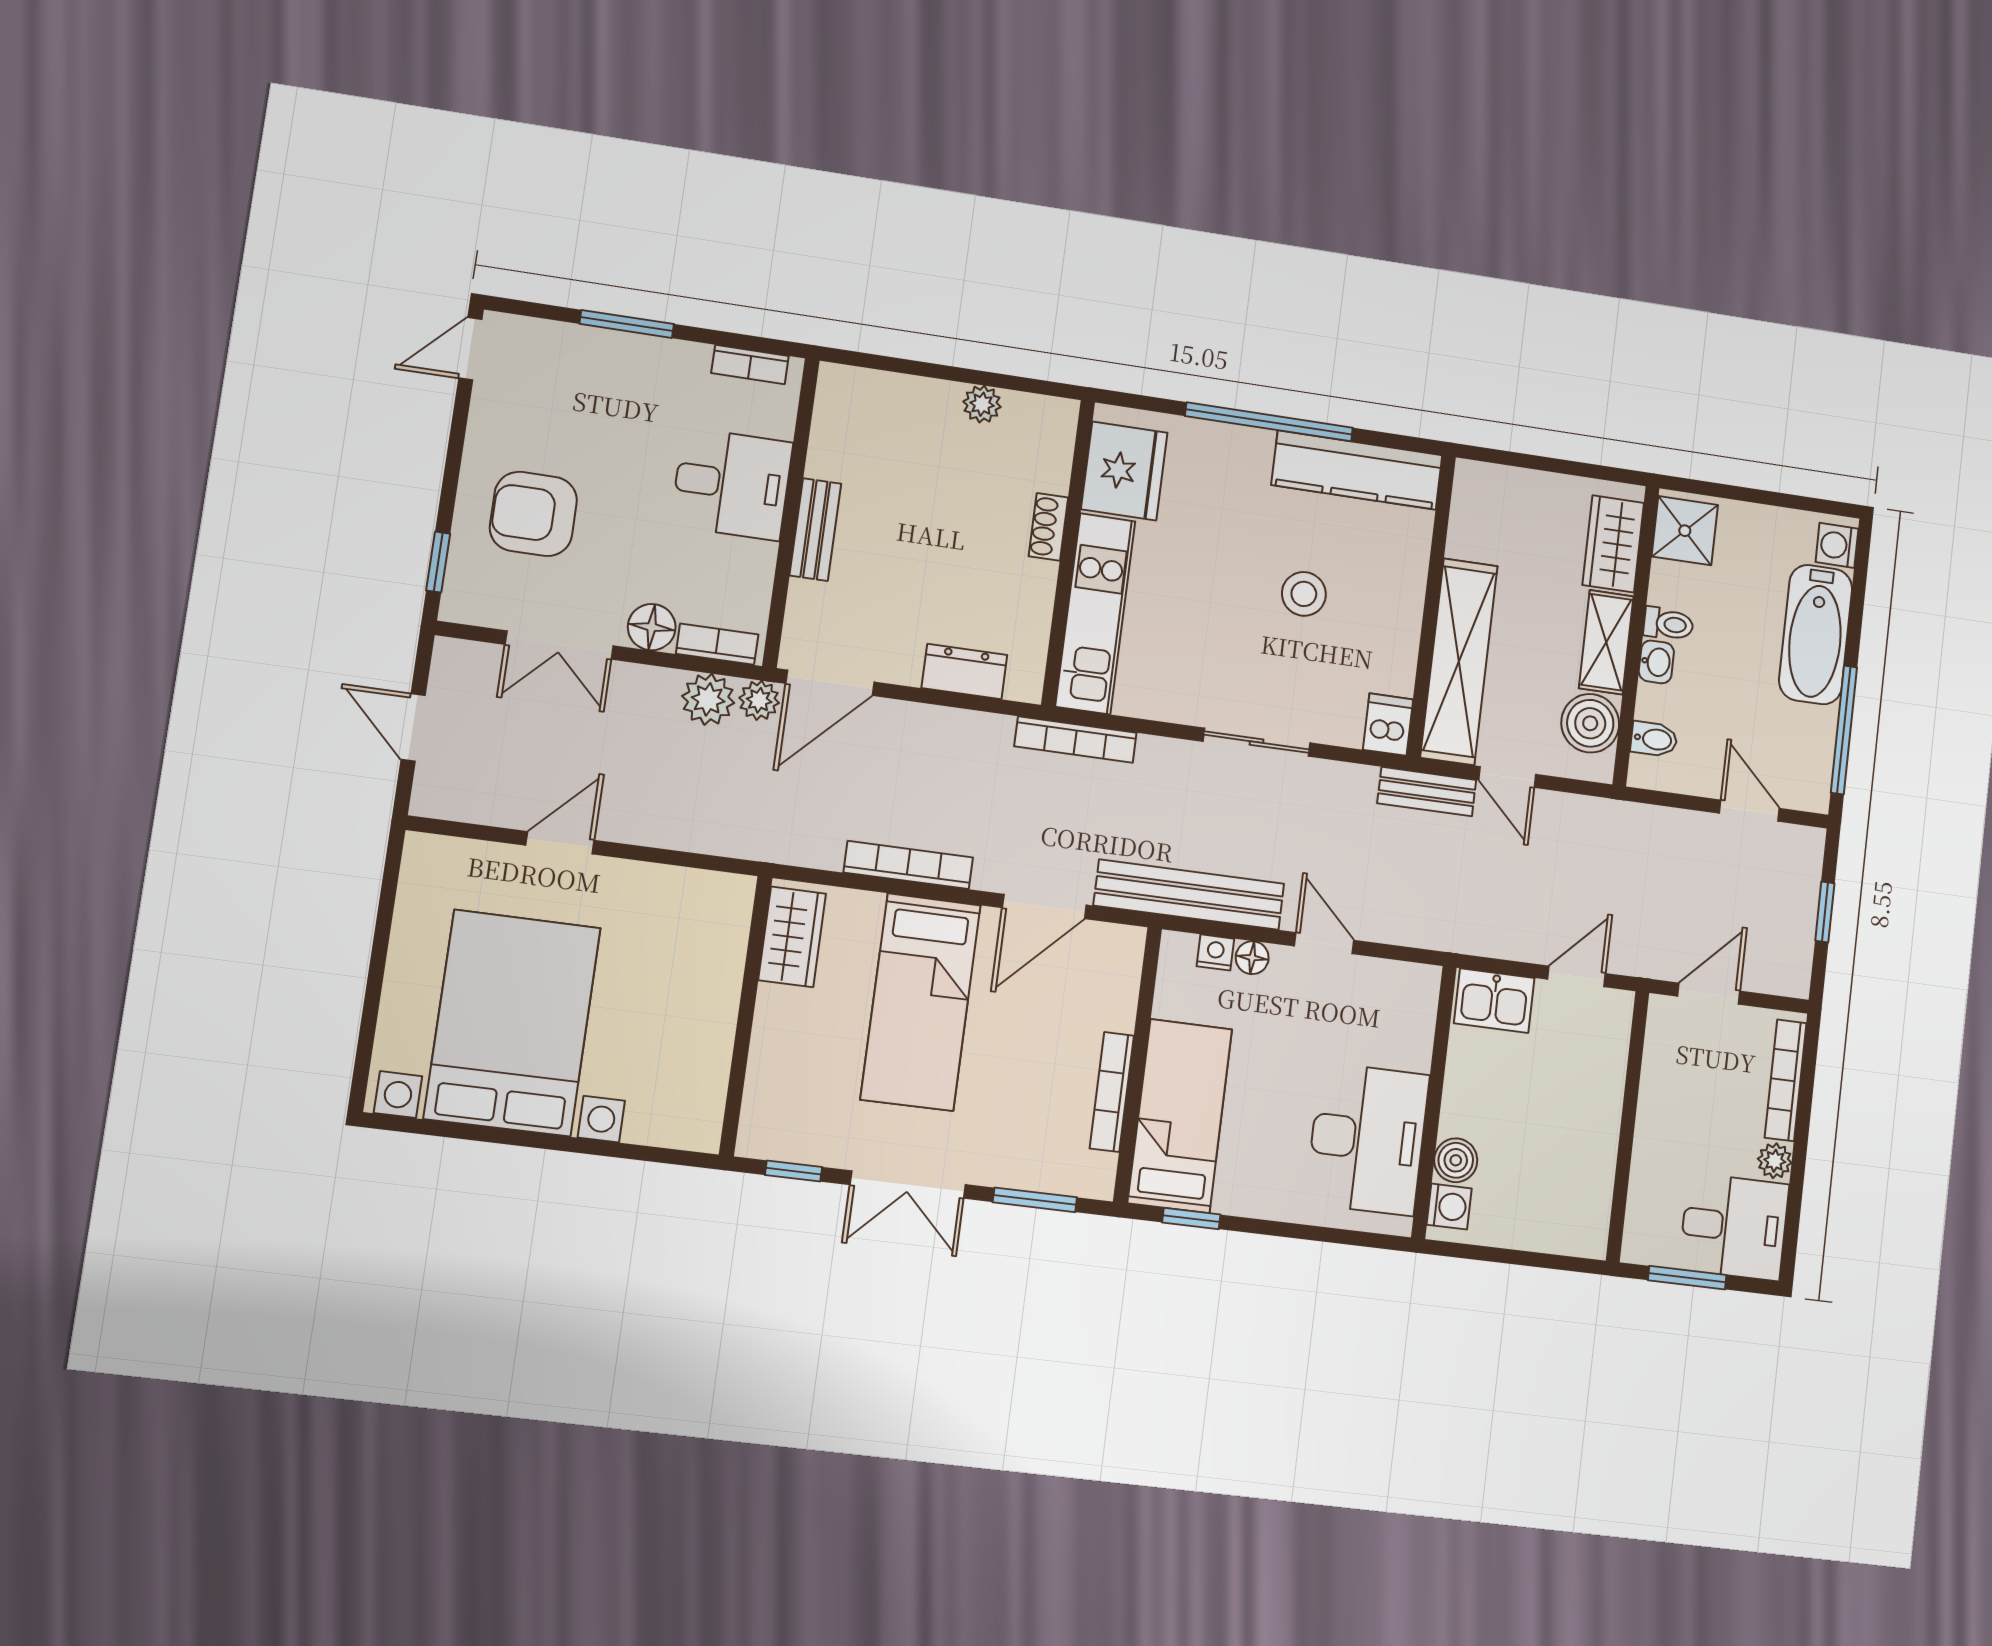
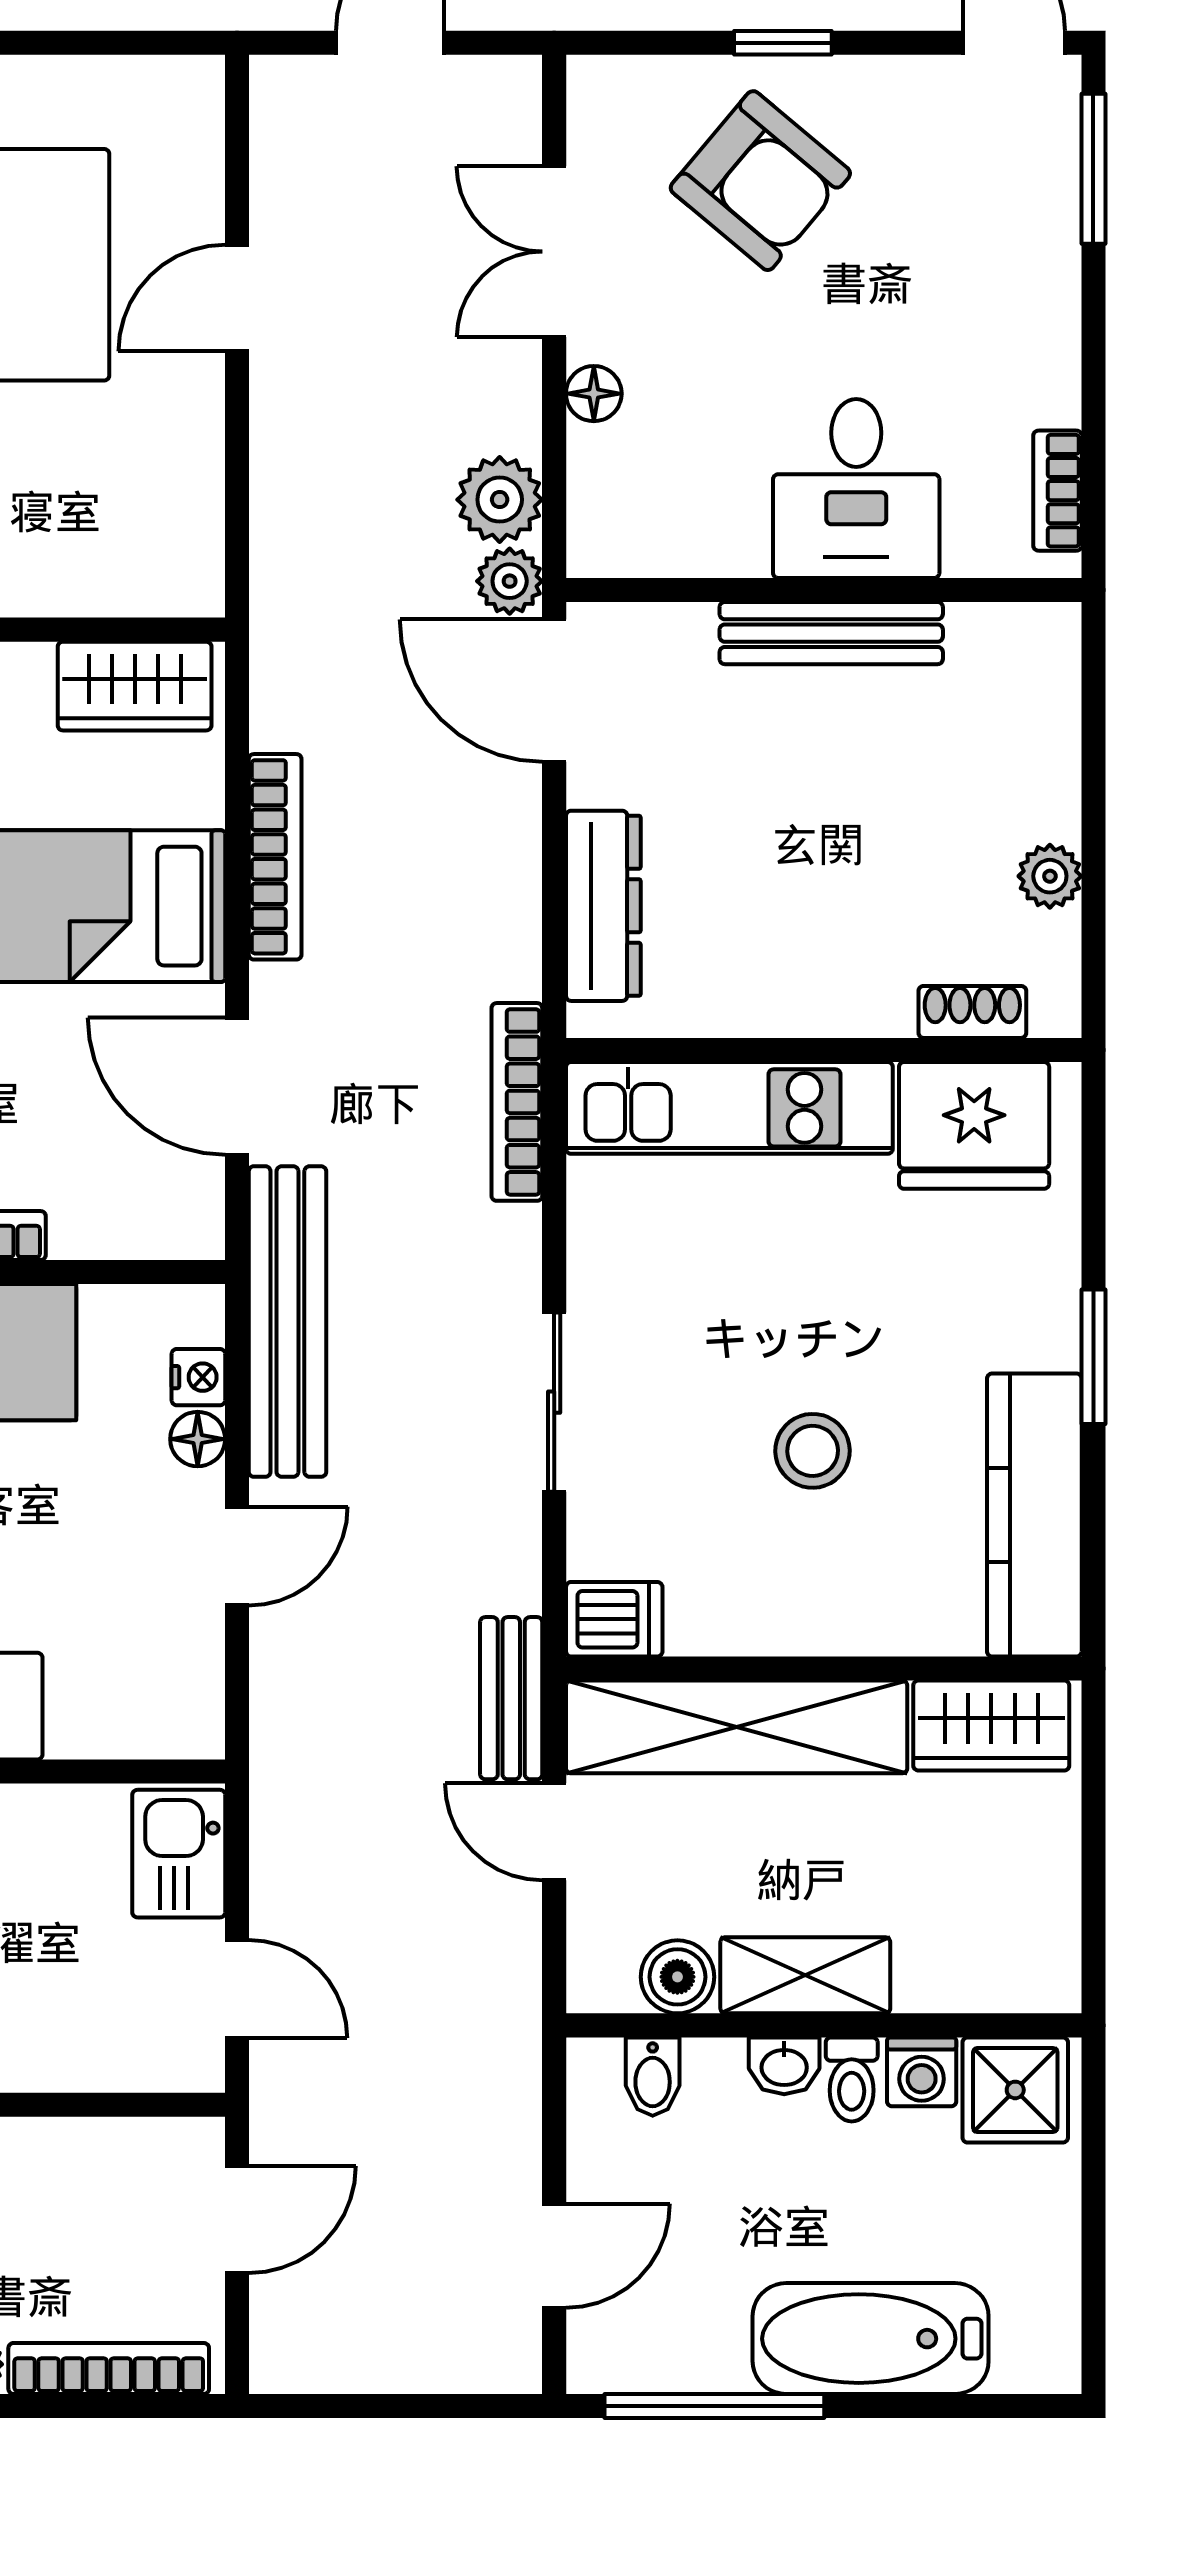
window: (627, 324) -> (1093, 169), moved
window: (1269, 422) -> (1093, 1357), width x0.47
armchair: (533, 514) -> (760, 181), turned 130
shoe rack: (1048, 527) -> (972, 1012), moved
bench: (815, 530) -> (831, 633), width x1.36
wardrobe: (1613, 544) -> (991, 1726), moved, turned 180
washing machine: (1837, 545) -> (922, 2072), moved, turned 180
window: (438, 562) -> (783, 43), moved
floor lamp: (652, 627) -> (594, 394), width x0.73, depth x0.73
bookcase: (717, 644) -> (591, 501), removed
dresser: (964, 671) -> (603, 906), width x1.44
boiler: (1590, 723) -> (677, 1977), width x0.73, depth x0.73
door: (1507, 777) -> (554, 1832), hinge flipped
door: (560, 843) -> (237, 298), swing flipped
window: (1825, 912) -> (401, 2406), removed
door: (1709, 994) -> (237, 2219), hinge flipped

